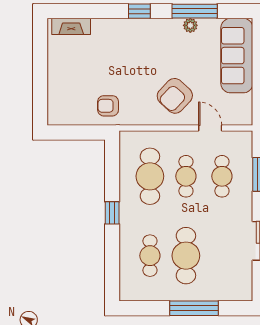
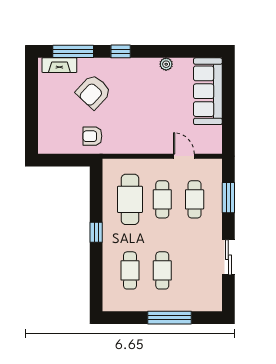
window: (195, 11) -> (73, 51), moved
armchair: (175, 96) -> (93, 92), moved
cafe table: (186, 256) -> (162, 270), width x0.73, depth x0.74

